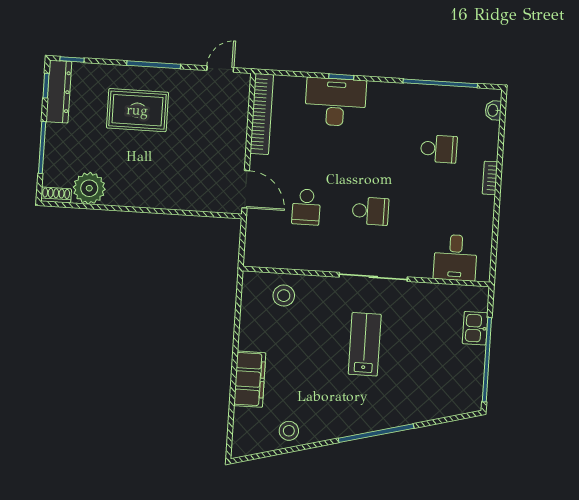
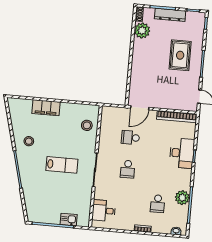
dresser: (59, 92) -> (170, 15), moved
plant: (426, 99) -> (182, 198), added
stool: (289, 431) -> (29, 141), moved

